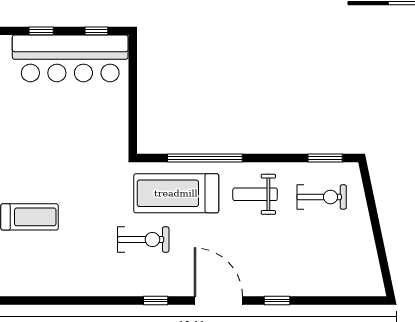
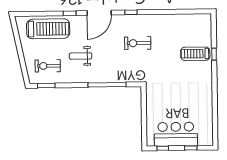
bar counter: (70, 58) -> (176, 134), width x0.73
treadmill: (176, 193) -> (48, 29), moved
weight bench: (255, 194) -> (80, 56), moved, turned 180
door: (218, 300) -> (99, 13), hinge flipped

